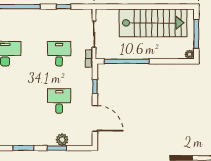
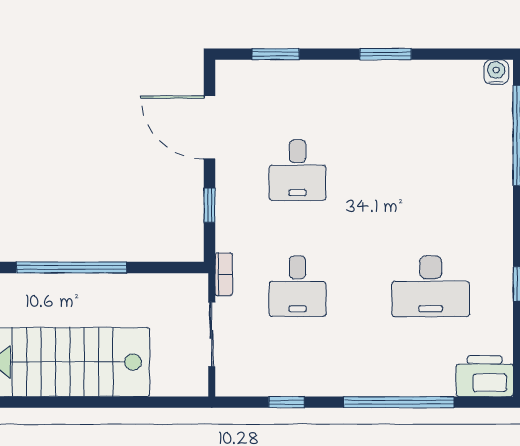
window: (127, 61) -> (72, 267), moved
plant: (62, 140) -> (290, 75), removed
window: (57, 148) -> (276, 54), moved

